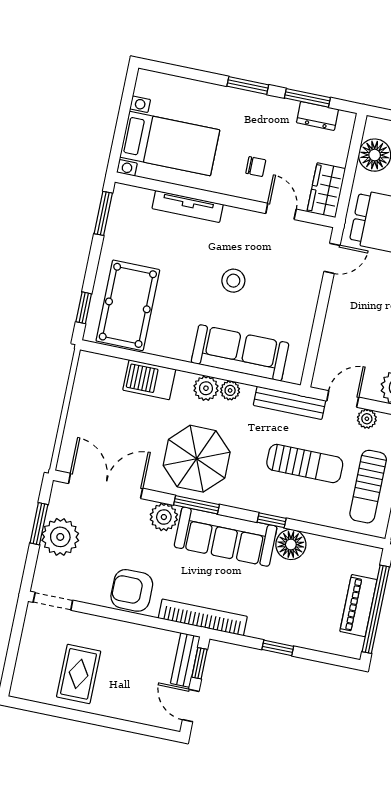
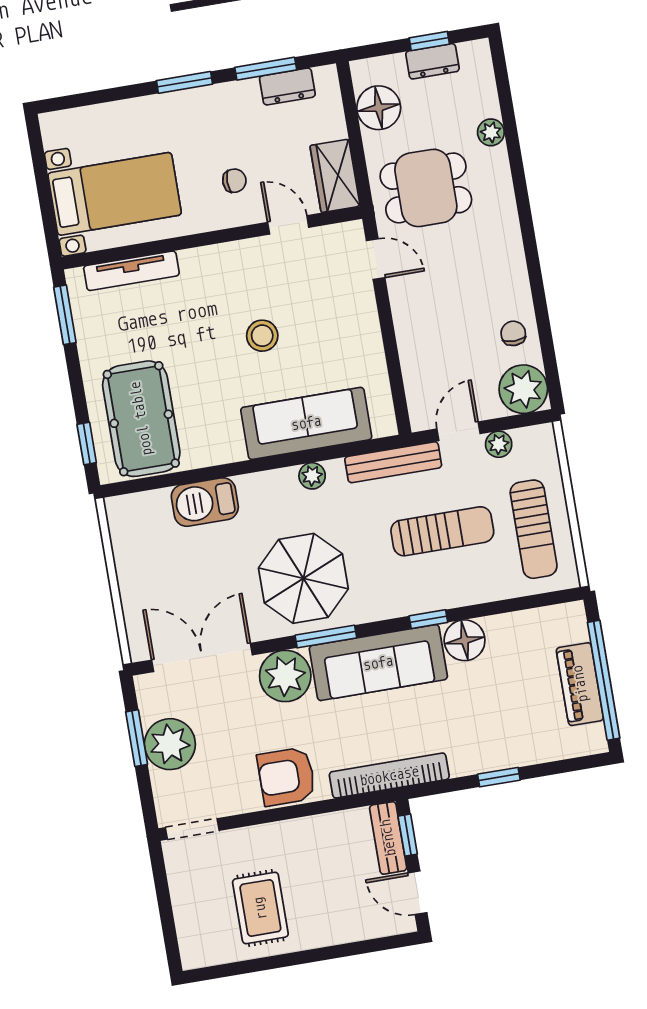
tv unit: (188, 206) -> (131, 271), moved
door: (332, 258) -> (376, 259), hinge flipped
plant: (206, 388) -> (281, 485), removed
plant: (164, 517) -> (285, 676), width x1.36, depth x1.36

